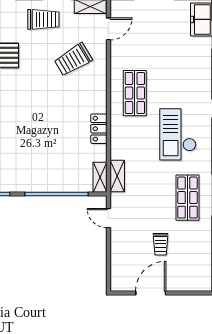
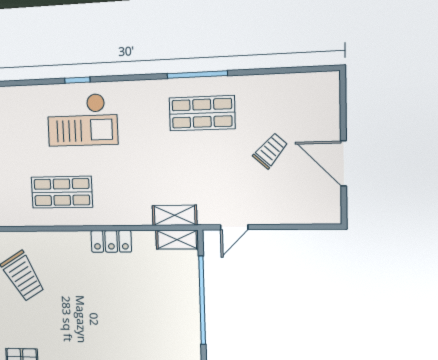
checkout: (178, 134) -> (82, 120), moved
trolley: (161, 244) -> (270, 151), turned -48

